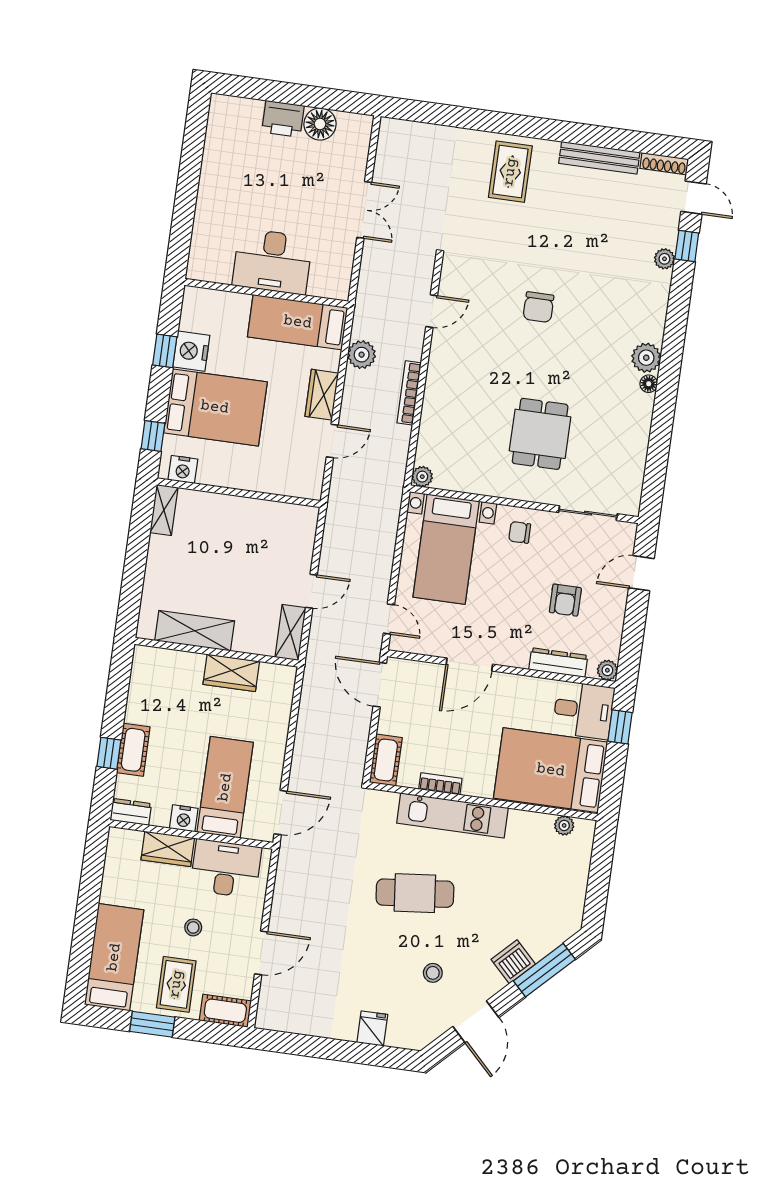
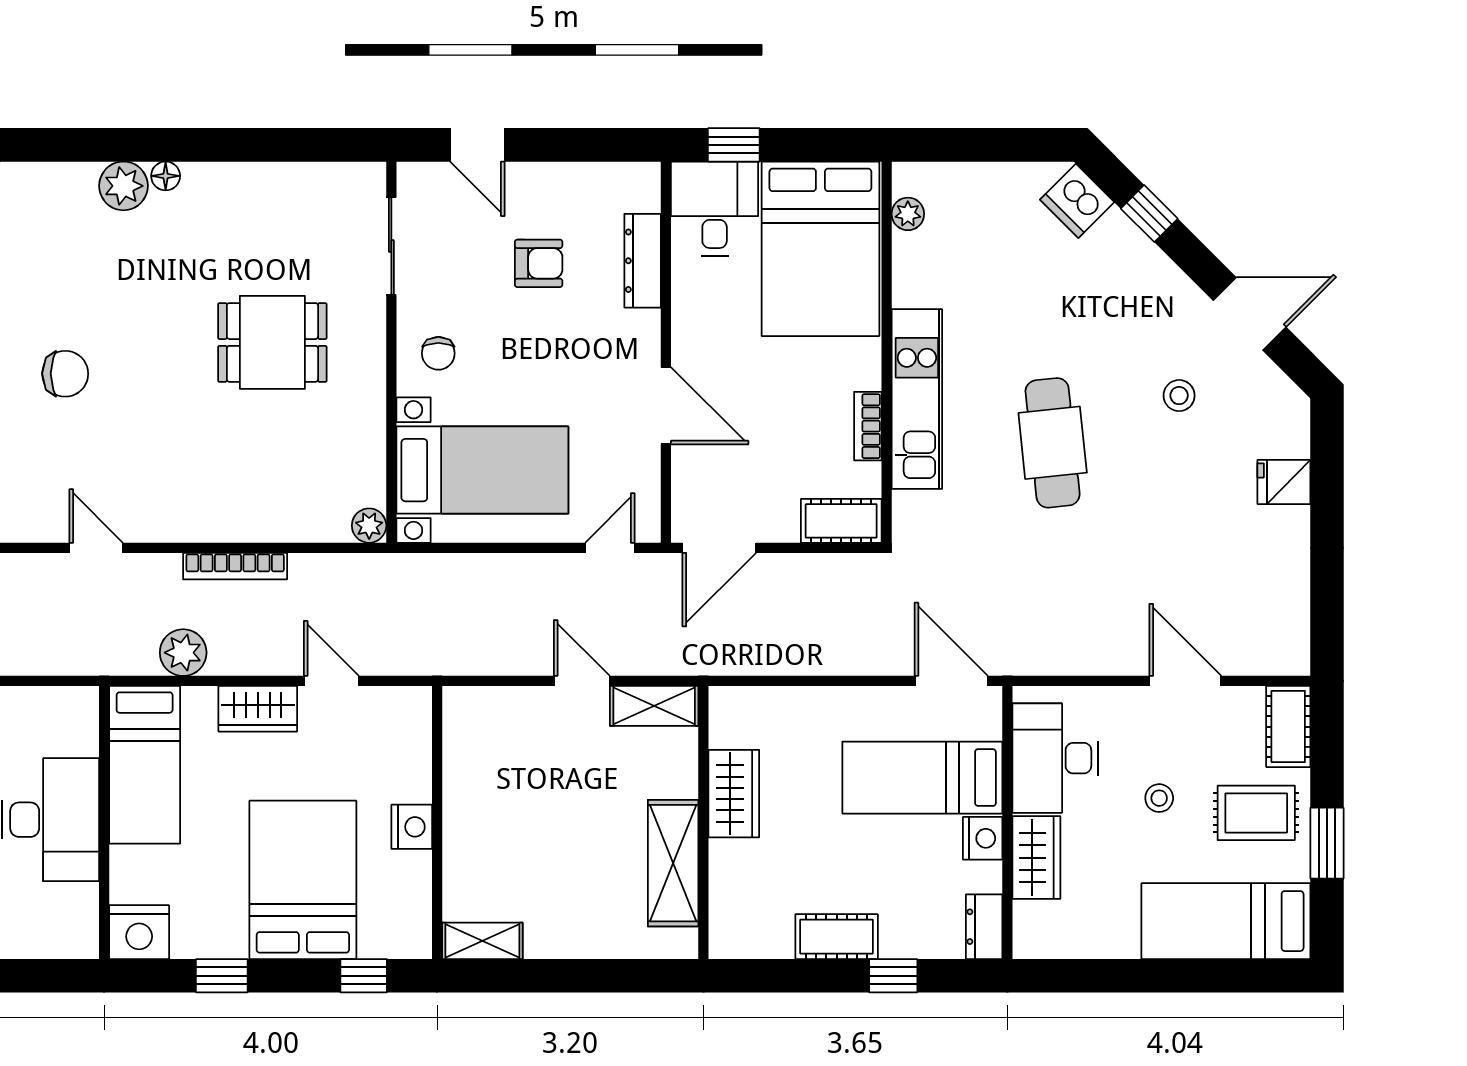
nightstand: (191, 351) -> (139, 932), moved
nightstand: (183, 469) -> (412, 827), moved
plant: (607, 670) -> (644, 179), removed
cot: (133, 750) -> (837, 937), moved
dishwasher: (513, 962) -> (1077, 201), moved
window: (544, 970) -> (1149, 214), width x0.46

